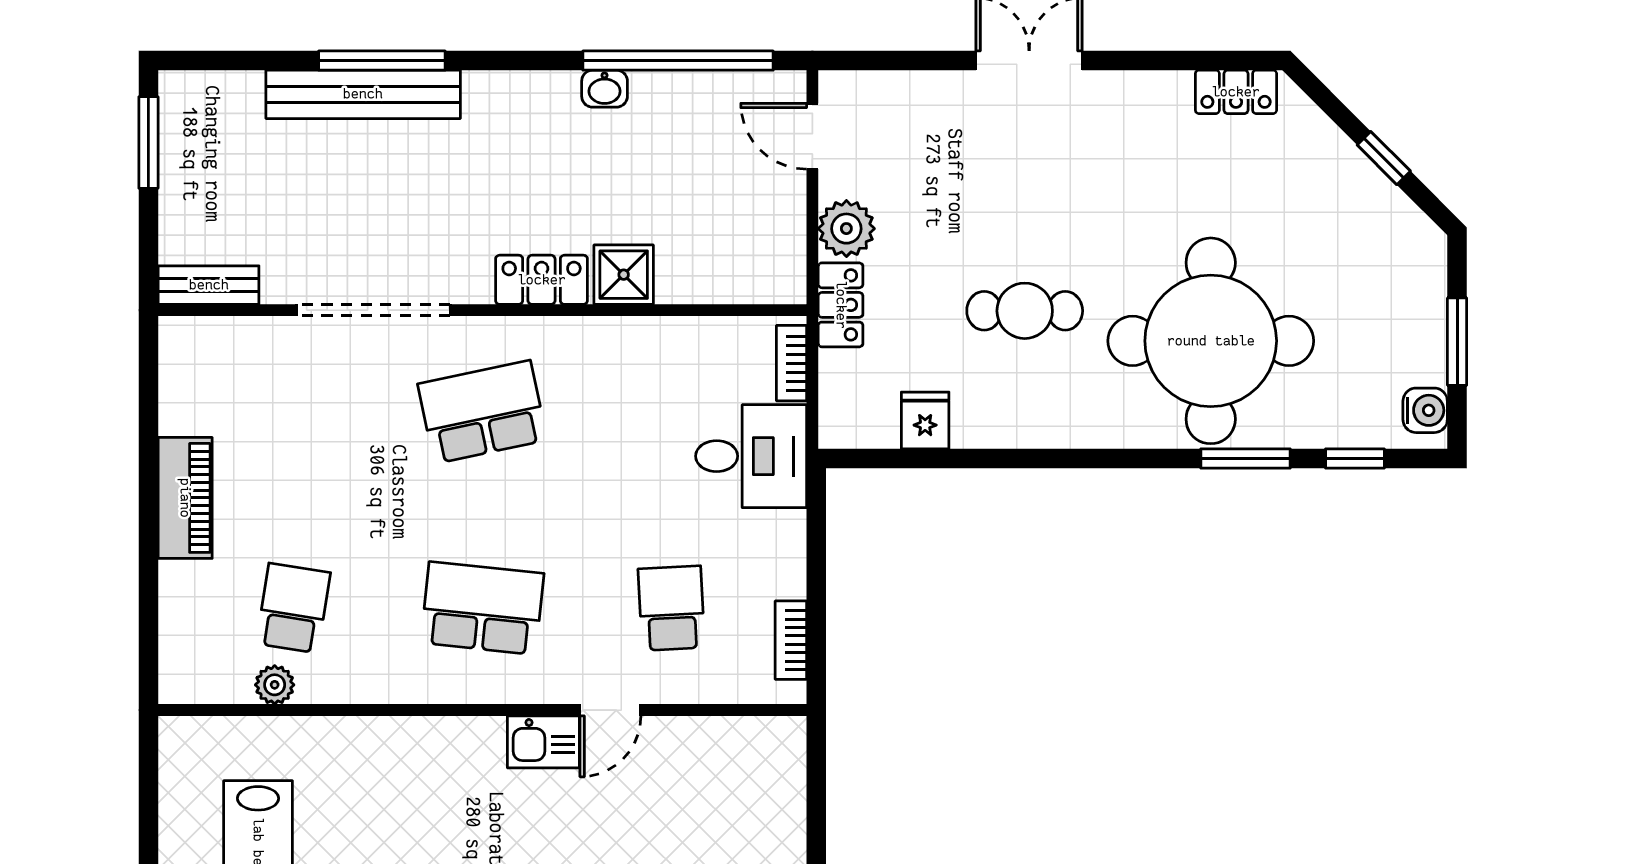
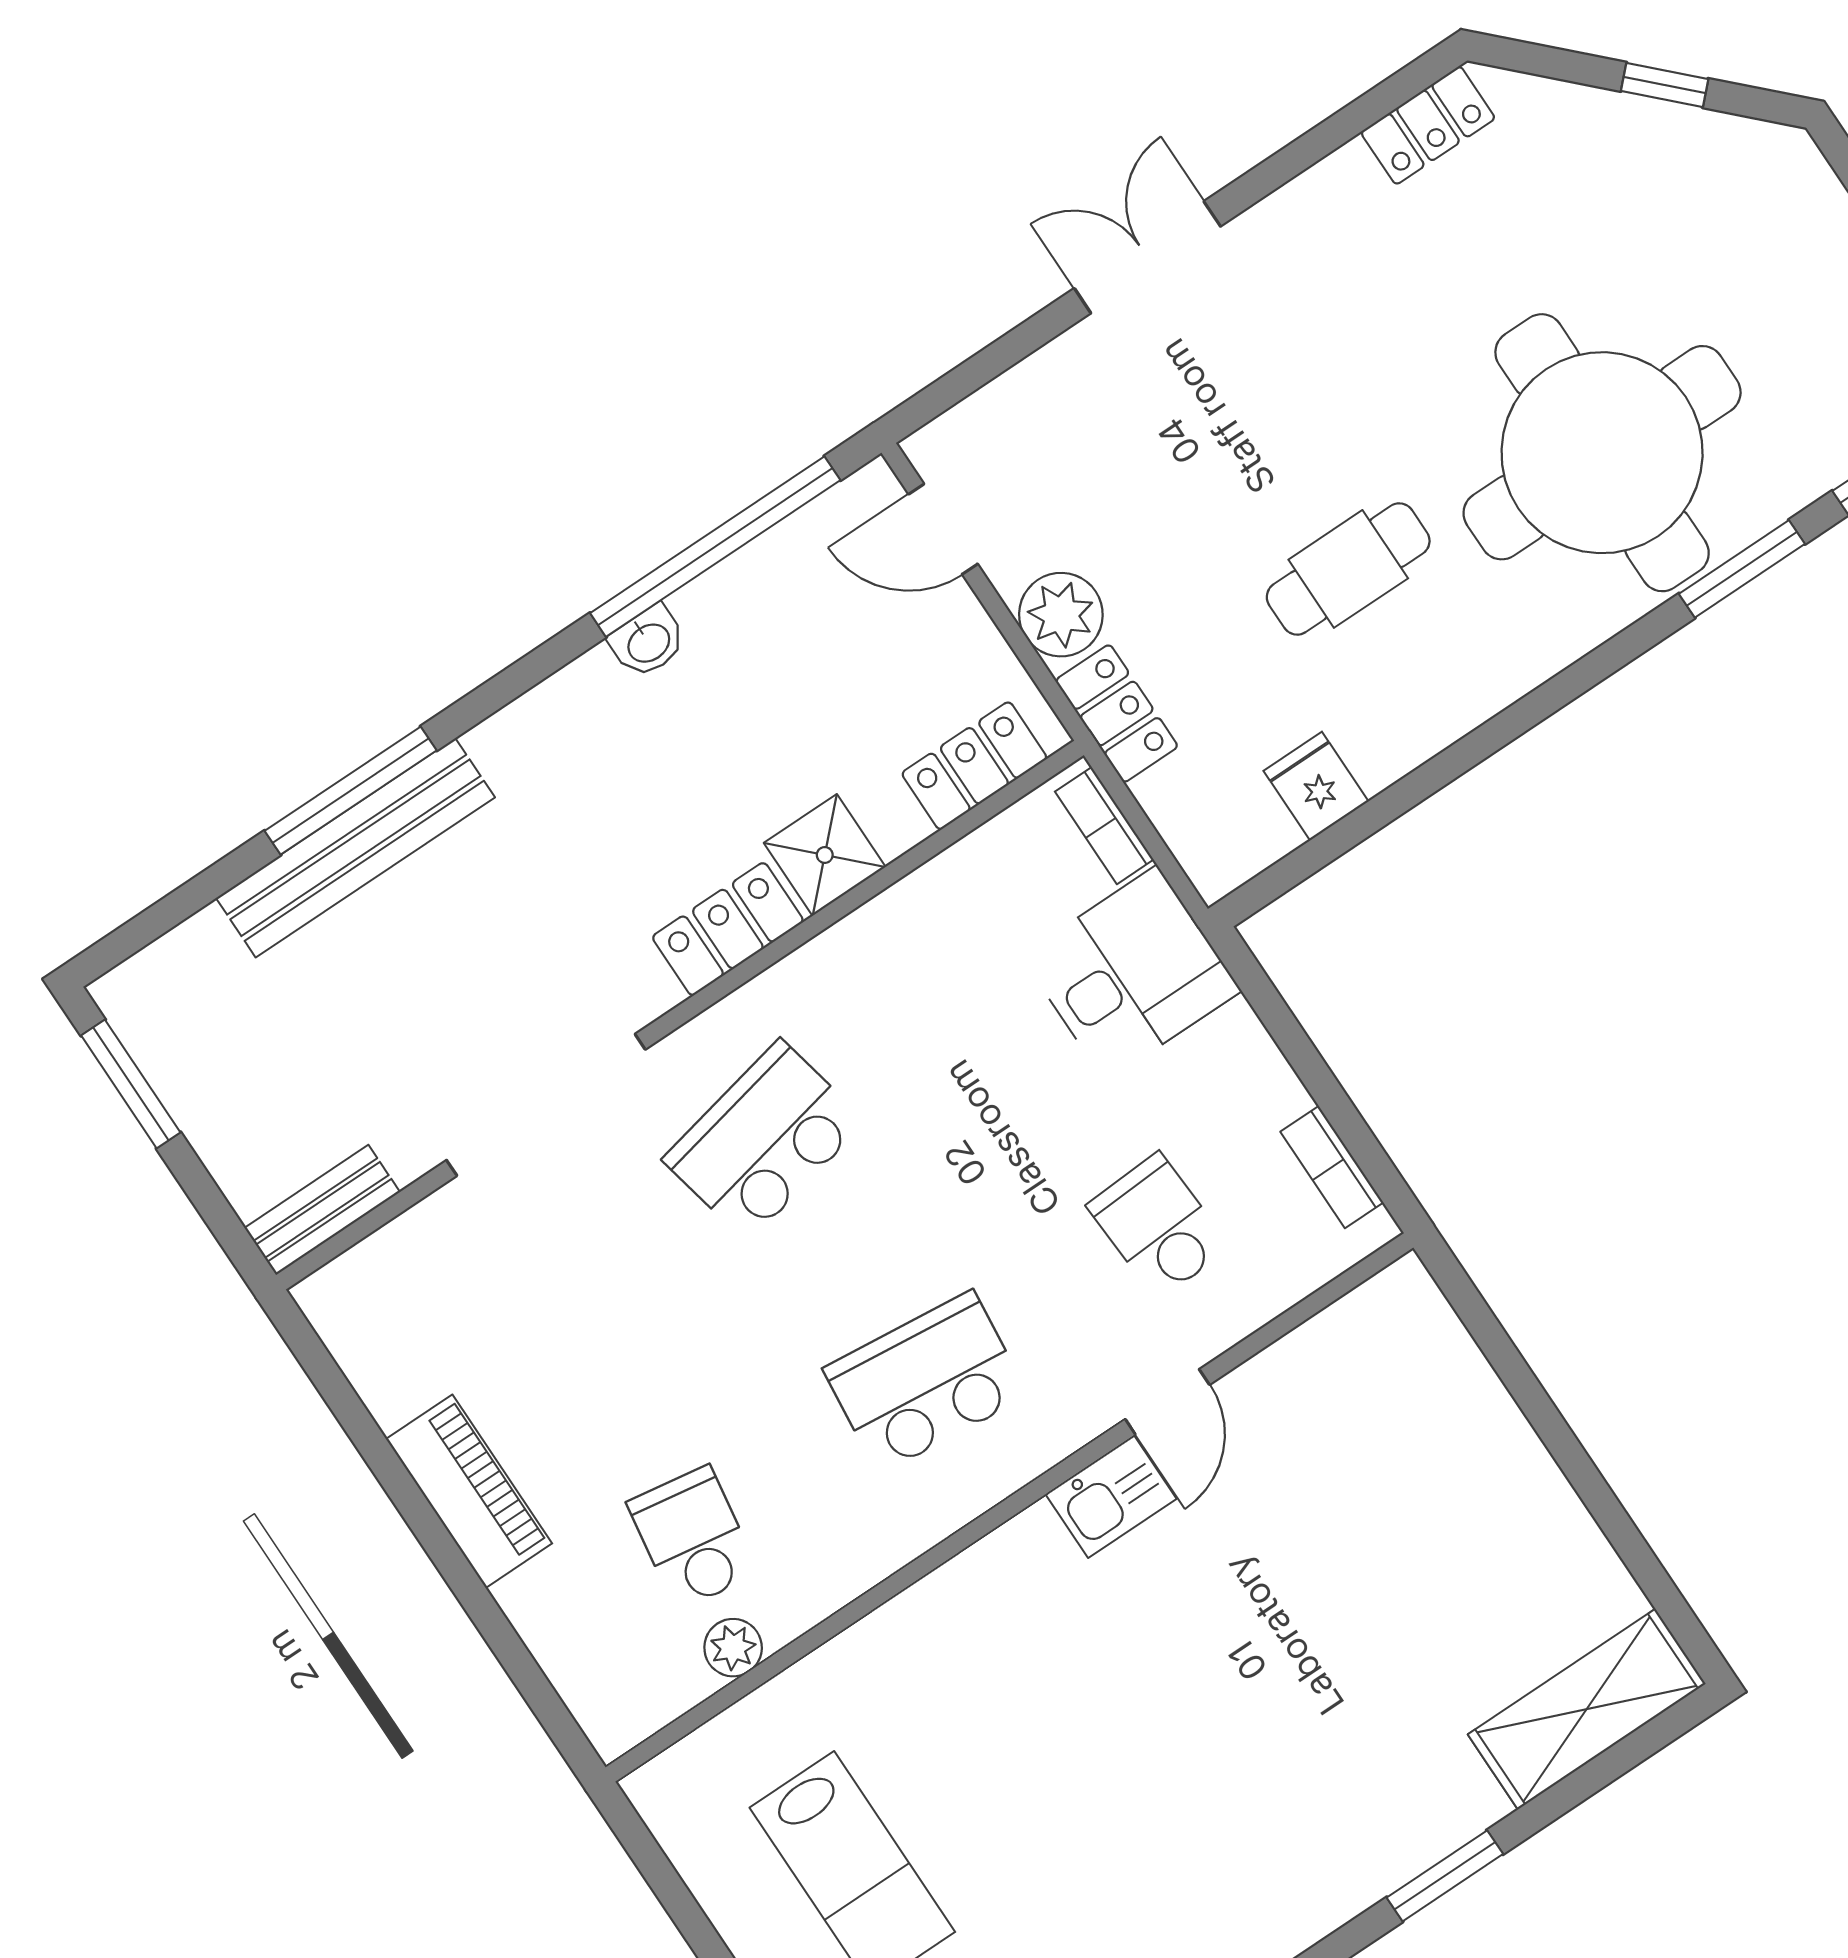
locker: (741, 281) -> (974, 766), added

